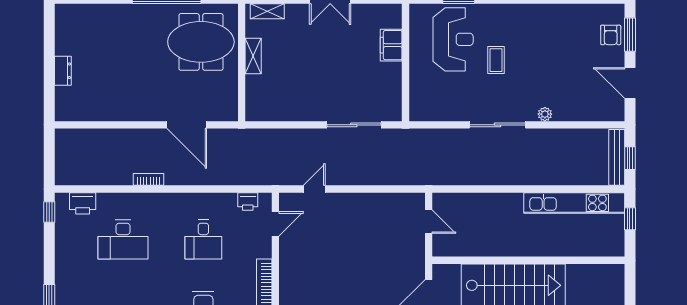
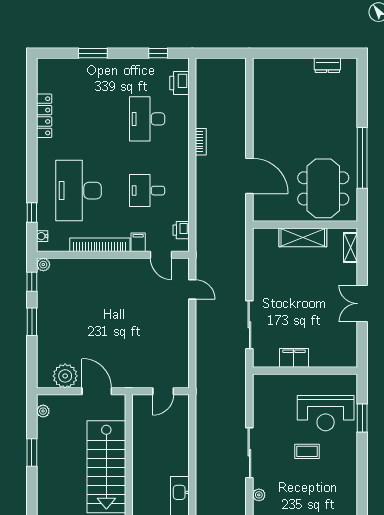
filing cabinet: (391, 45) -> (294, 358), moved
shelving: (253, 56) -> (303, 237), width x1.50, depth x1.33
dresser: (63, 71) -> (327, 65), moved
door: (187, 125) -> (249, 176), swing flipped
window: (49, 212) -> (158, 53), moved
filing cabinet: (261, 250) -> (138, 242), added

